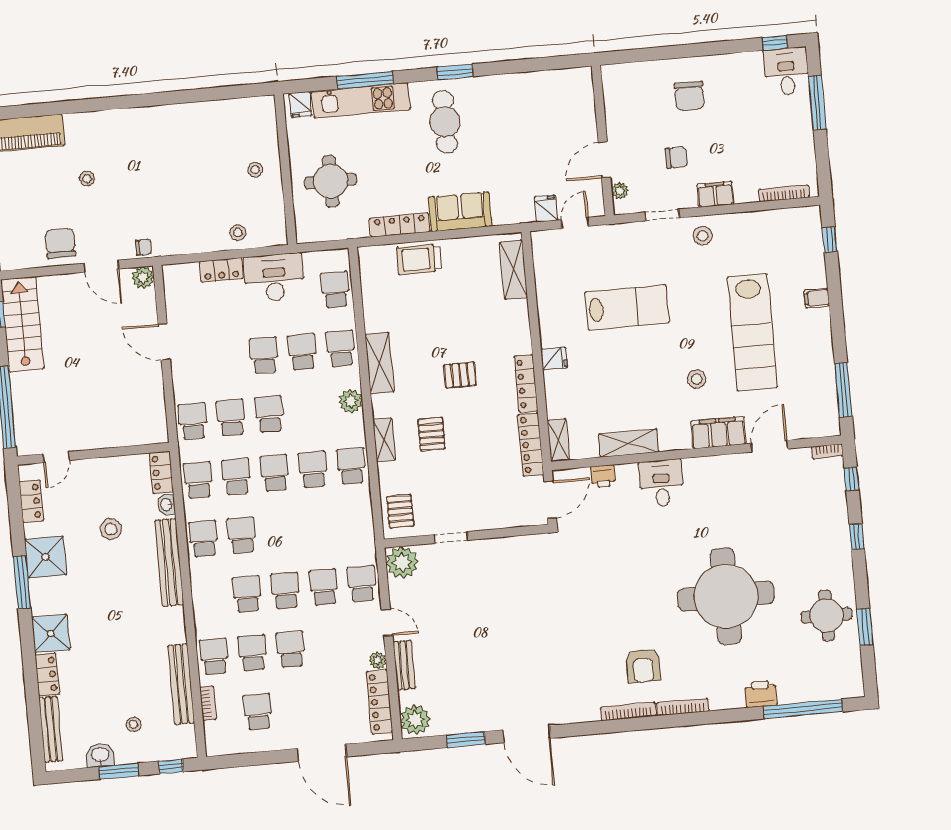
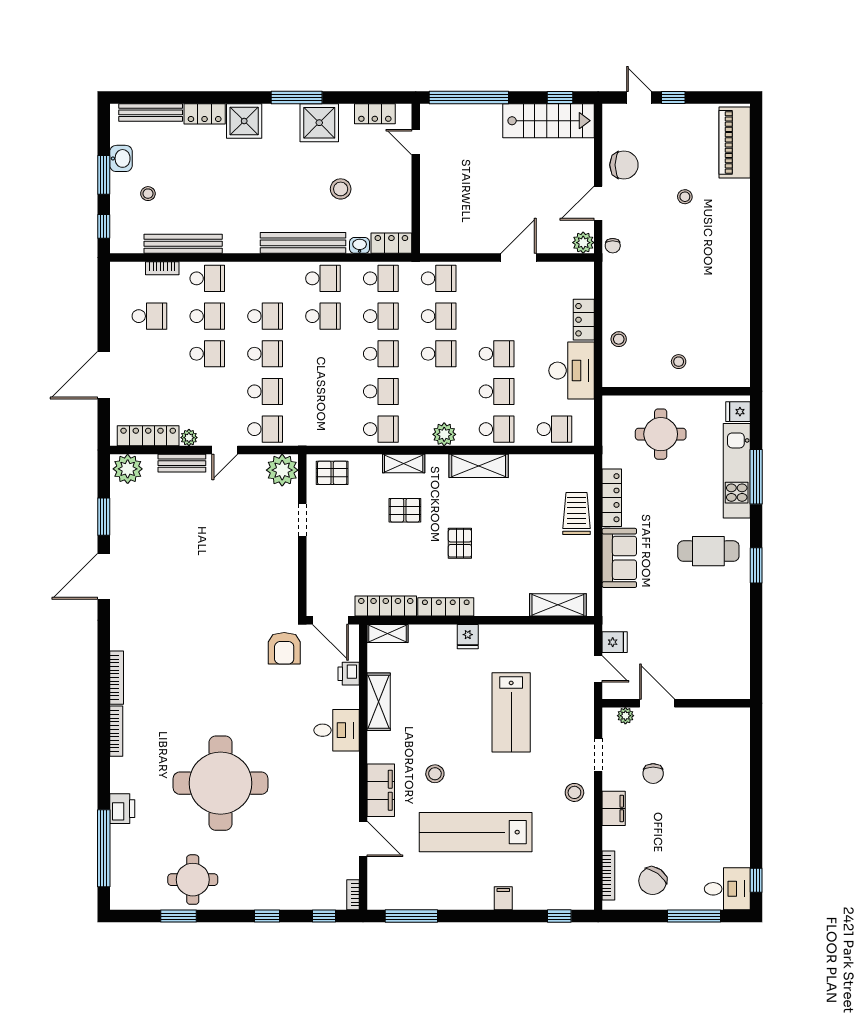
chair: (690, 96) -> (653, 881), moved, turned -54
armchair: (643, 666) -> (284, 648), moved, turned -90

